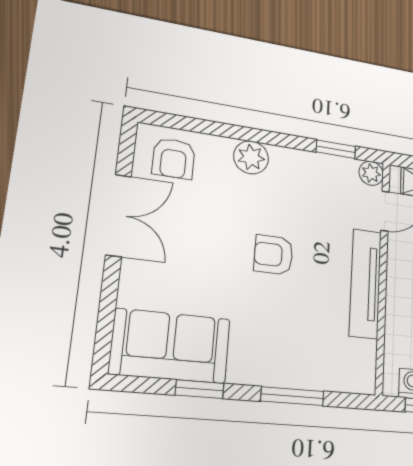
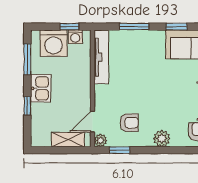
armchair: (274, 255) -> (129, 123), moved
tv unit: (365, 283) -> (101, 57), moved

